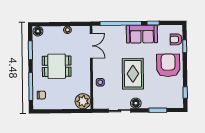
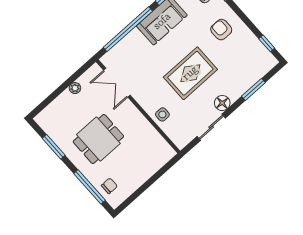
floor lamp: (38, 31) -> (44, 118), removed
double door: (91, 46) -> (117, 83), swing flipped
armchair: (168, 65) -> (221, 30), width x0.53, depth x0.53
rug: (133, 74) -> (190, 73), turned 90
plant: (83, 101) -> (162, 152), removed

